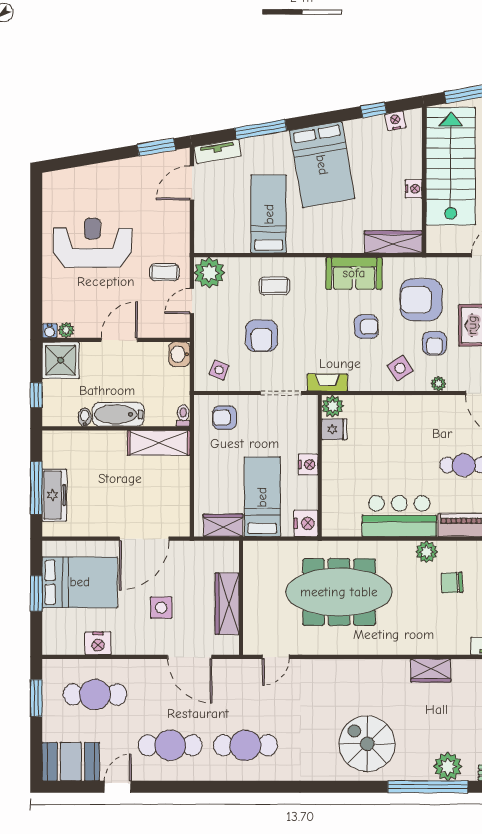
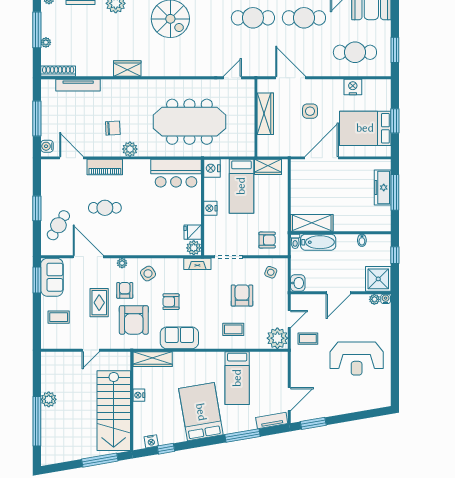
armchair: (421, 300) -> (134, 320), turned 90
bathtub: (118, 414) -> (318, 242), moved
bar counter: (399, 516) -> (176, 173), moved

